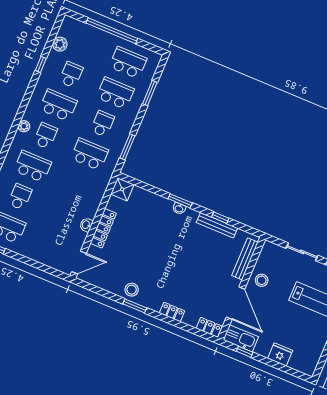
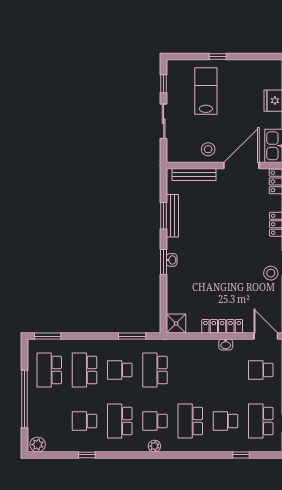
plant: (60, 44) -> (38, 445), moved
window: (150, 93) -> (48, 336), moved
window: (220, 218) -> (164, 216), width x1.50
school desk: (51, 246) -> (261, 370), added

